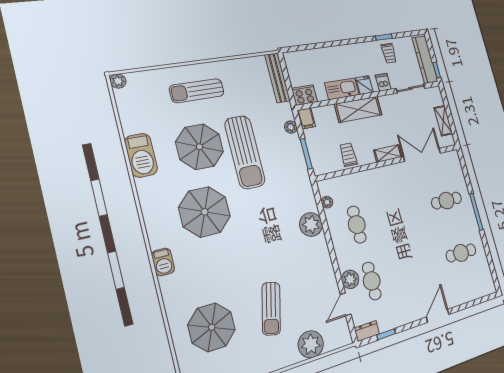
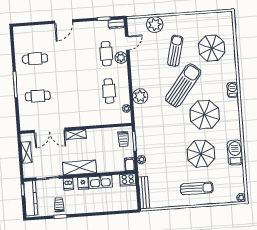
shelving: (358, 109) -> (79, 168), moved
sun lounger: (245, 152) -> (183, 85), moved, turned 38
trolley: (348, 155) -> (123, 139), moved

